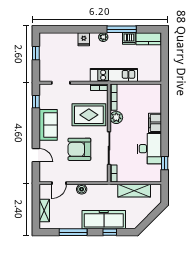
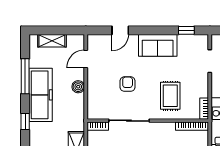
rug: (89, 115) -> (170, 96), width x0.73, depth x0.70
plant: (116, 117) -> (167, 130), removed
armchair: (79, 149) -> (128, 84), width x0.53, depth x0.53
door: (59, 183) -> (86, 59), hinge flipped
freezer: (104, 220) -> (41, 95), moved

